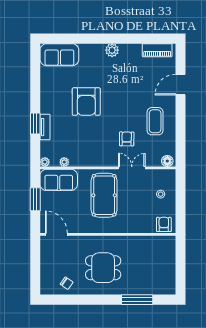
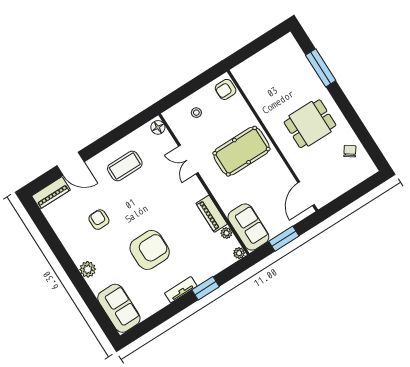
plant: (112, 50) -> (88, 269), moved
piano: (157, 50) -> (51, 193), moved, turned 90
tv unit: (45, 127) -> (181, 290), moved
armchair: (127, 139) -> (99, 220), moved, turned 89
piano: (84, 160) -> (212, 214), added
pool table: (104, 195) -> (241, 151), moved
dining table: (103, 268) -> (310, 124), turned 90

